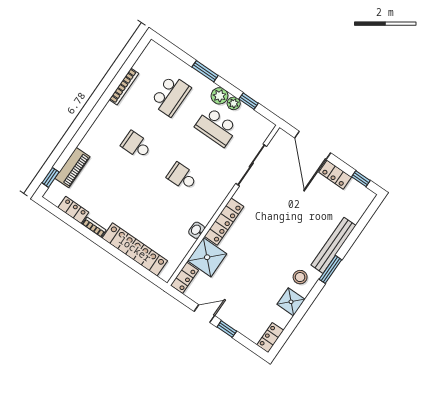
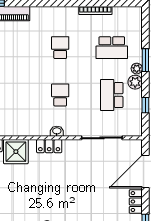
plant: (234, 103) -> (137, 69), moved
locker: (224, 221) -> (49, 146), width x0.66
washbasin: (197, 230) -> (57, 131), moved

